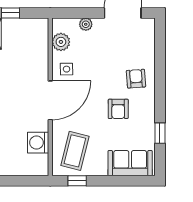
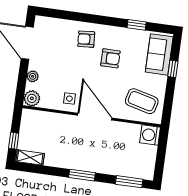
plant: (61, 42) -> (32, 98), moved
washing machine: (38, 143) -> (150, 135), moved, turned 90
window: (77, 181) -> (173, 69), moved

